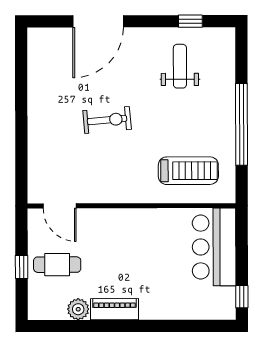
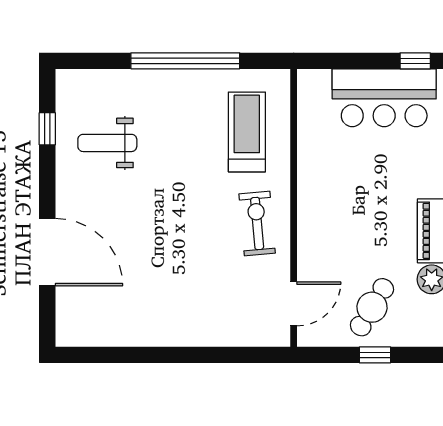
exercise bike: (107, 120) -> (257, 223), moved
bar counter: (214, 247) -> (384, 98), moved
cafe table: (57, 265) -> (372, 307), turned 31

